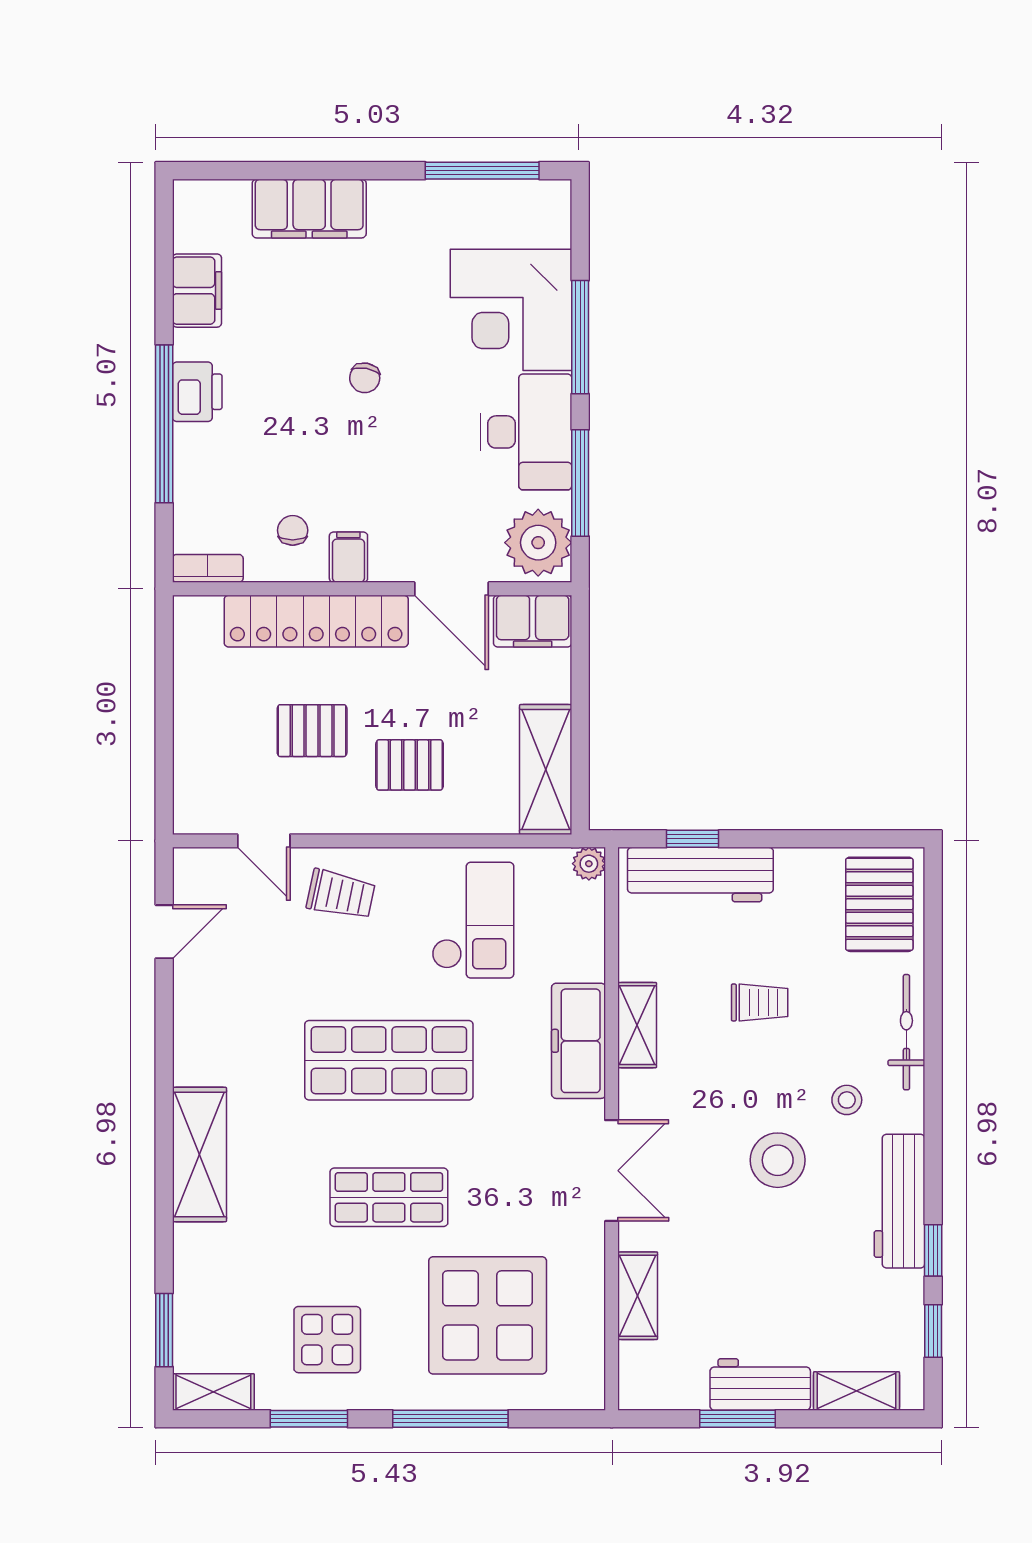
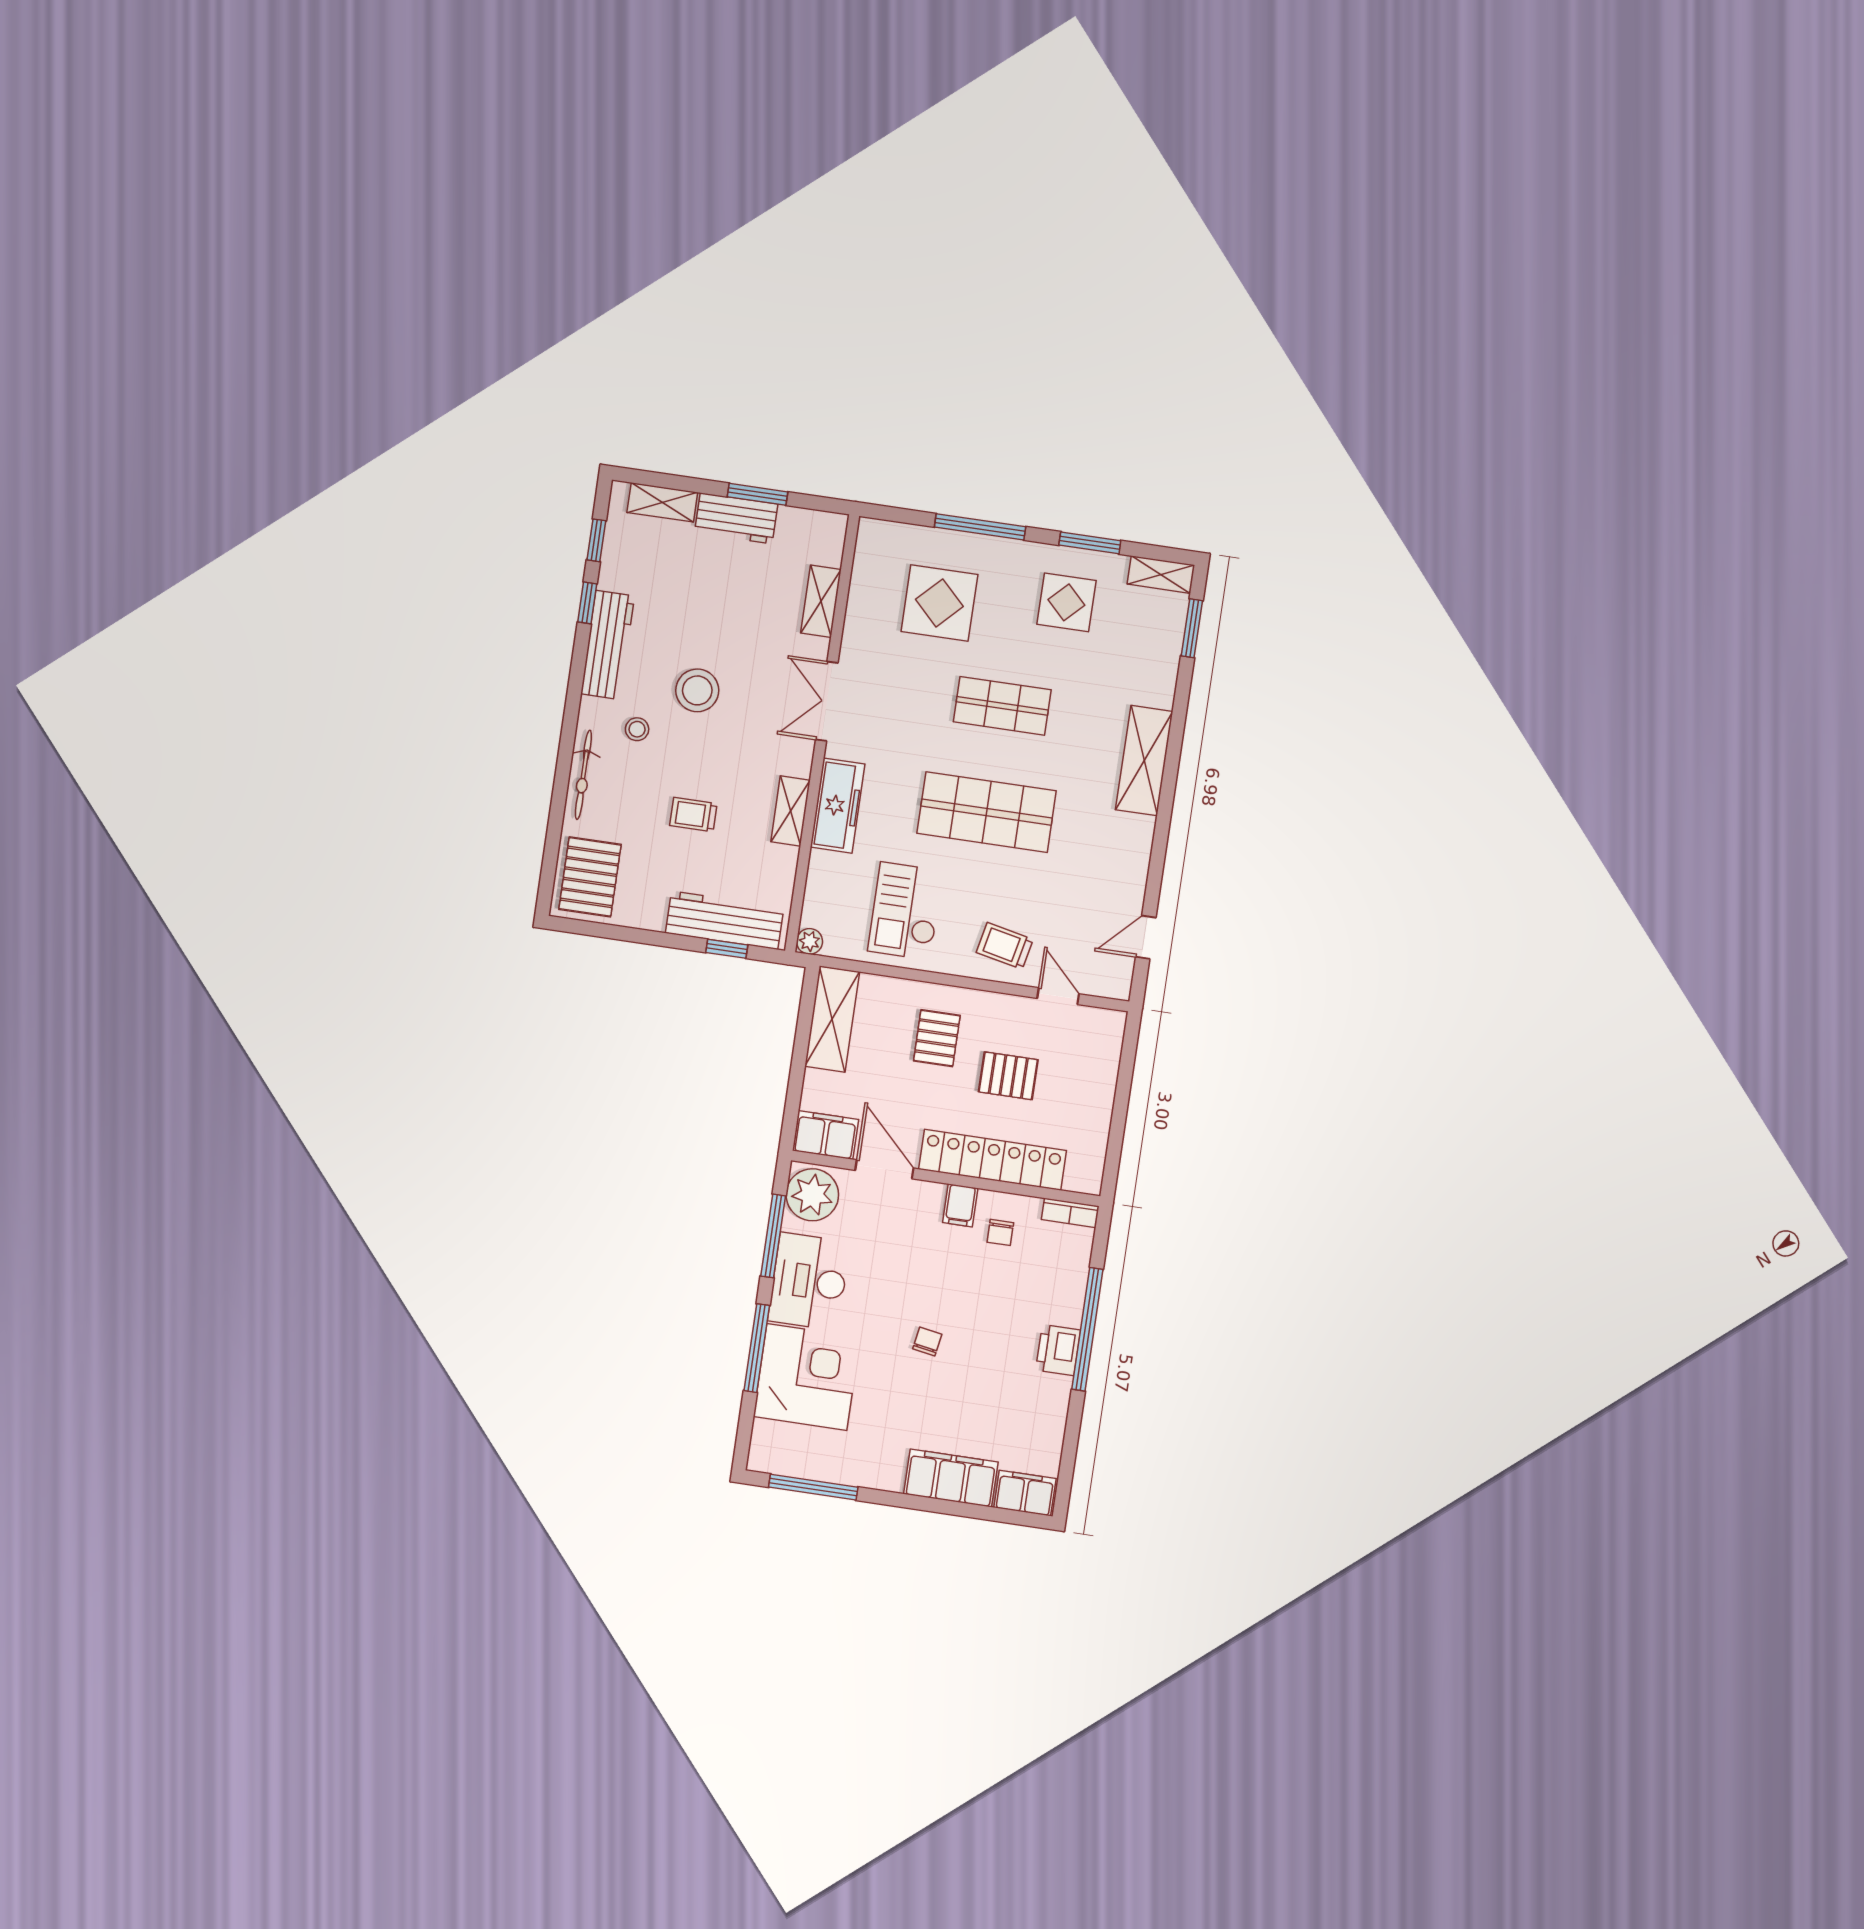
filing cabinet: (197, 291) -> (1025, 1493), moved, turned 90
pallet: (410, 765) -> (937, 1038), turned 90
display table: (488, 1315) -> (939, 603), width x0.73, depth x0.73

